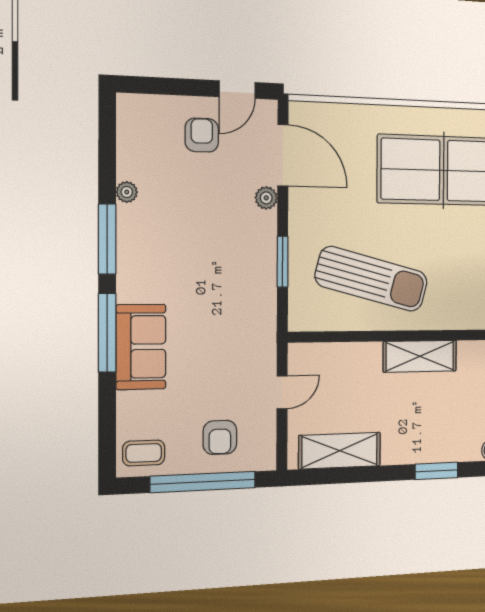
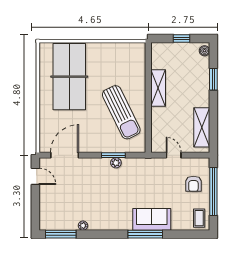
armchair: (202, 135) -> (57, 192), removed
plant: (266, 198) -> (116, 163), moved
window: (107, 239) -> (61, 234), moved
sun lounger: (372, 279) -> (121, 112), turned 139
armchair: (220, 437) -> (193, 184), turned 90

